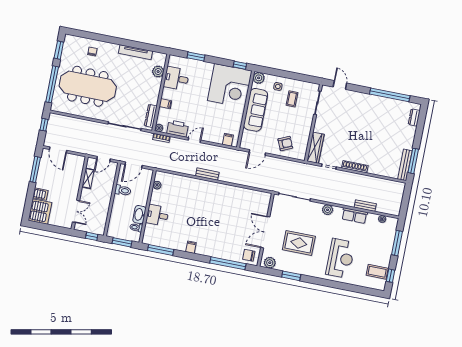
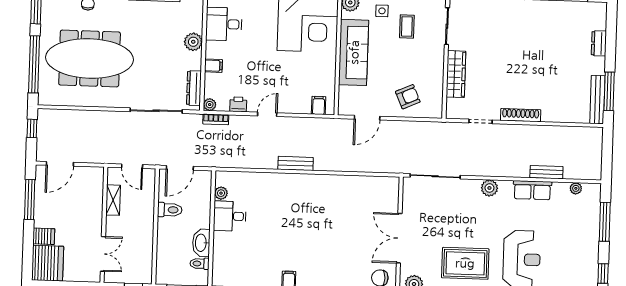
plant: (158, 72) -> (193, 42), moved
dresser: (414, 117) -> (599, 43), moved
printer: (178, 129) -> (238, 104), width x0.53, depth x0.68
wardrobe: (315, 148) -> (456, 74), moved
door: (58, 150) -> (60, 164), hinge flipped
door: (104, 159) -> (132, 166), hinge flipped
desk: (157, 215) -> (230, 216), moved
rug: (299, 243) -> (465, 263), moved
coffee table: (377, 272) -> (581, 271), removed

